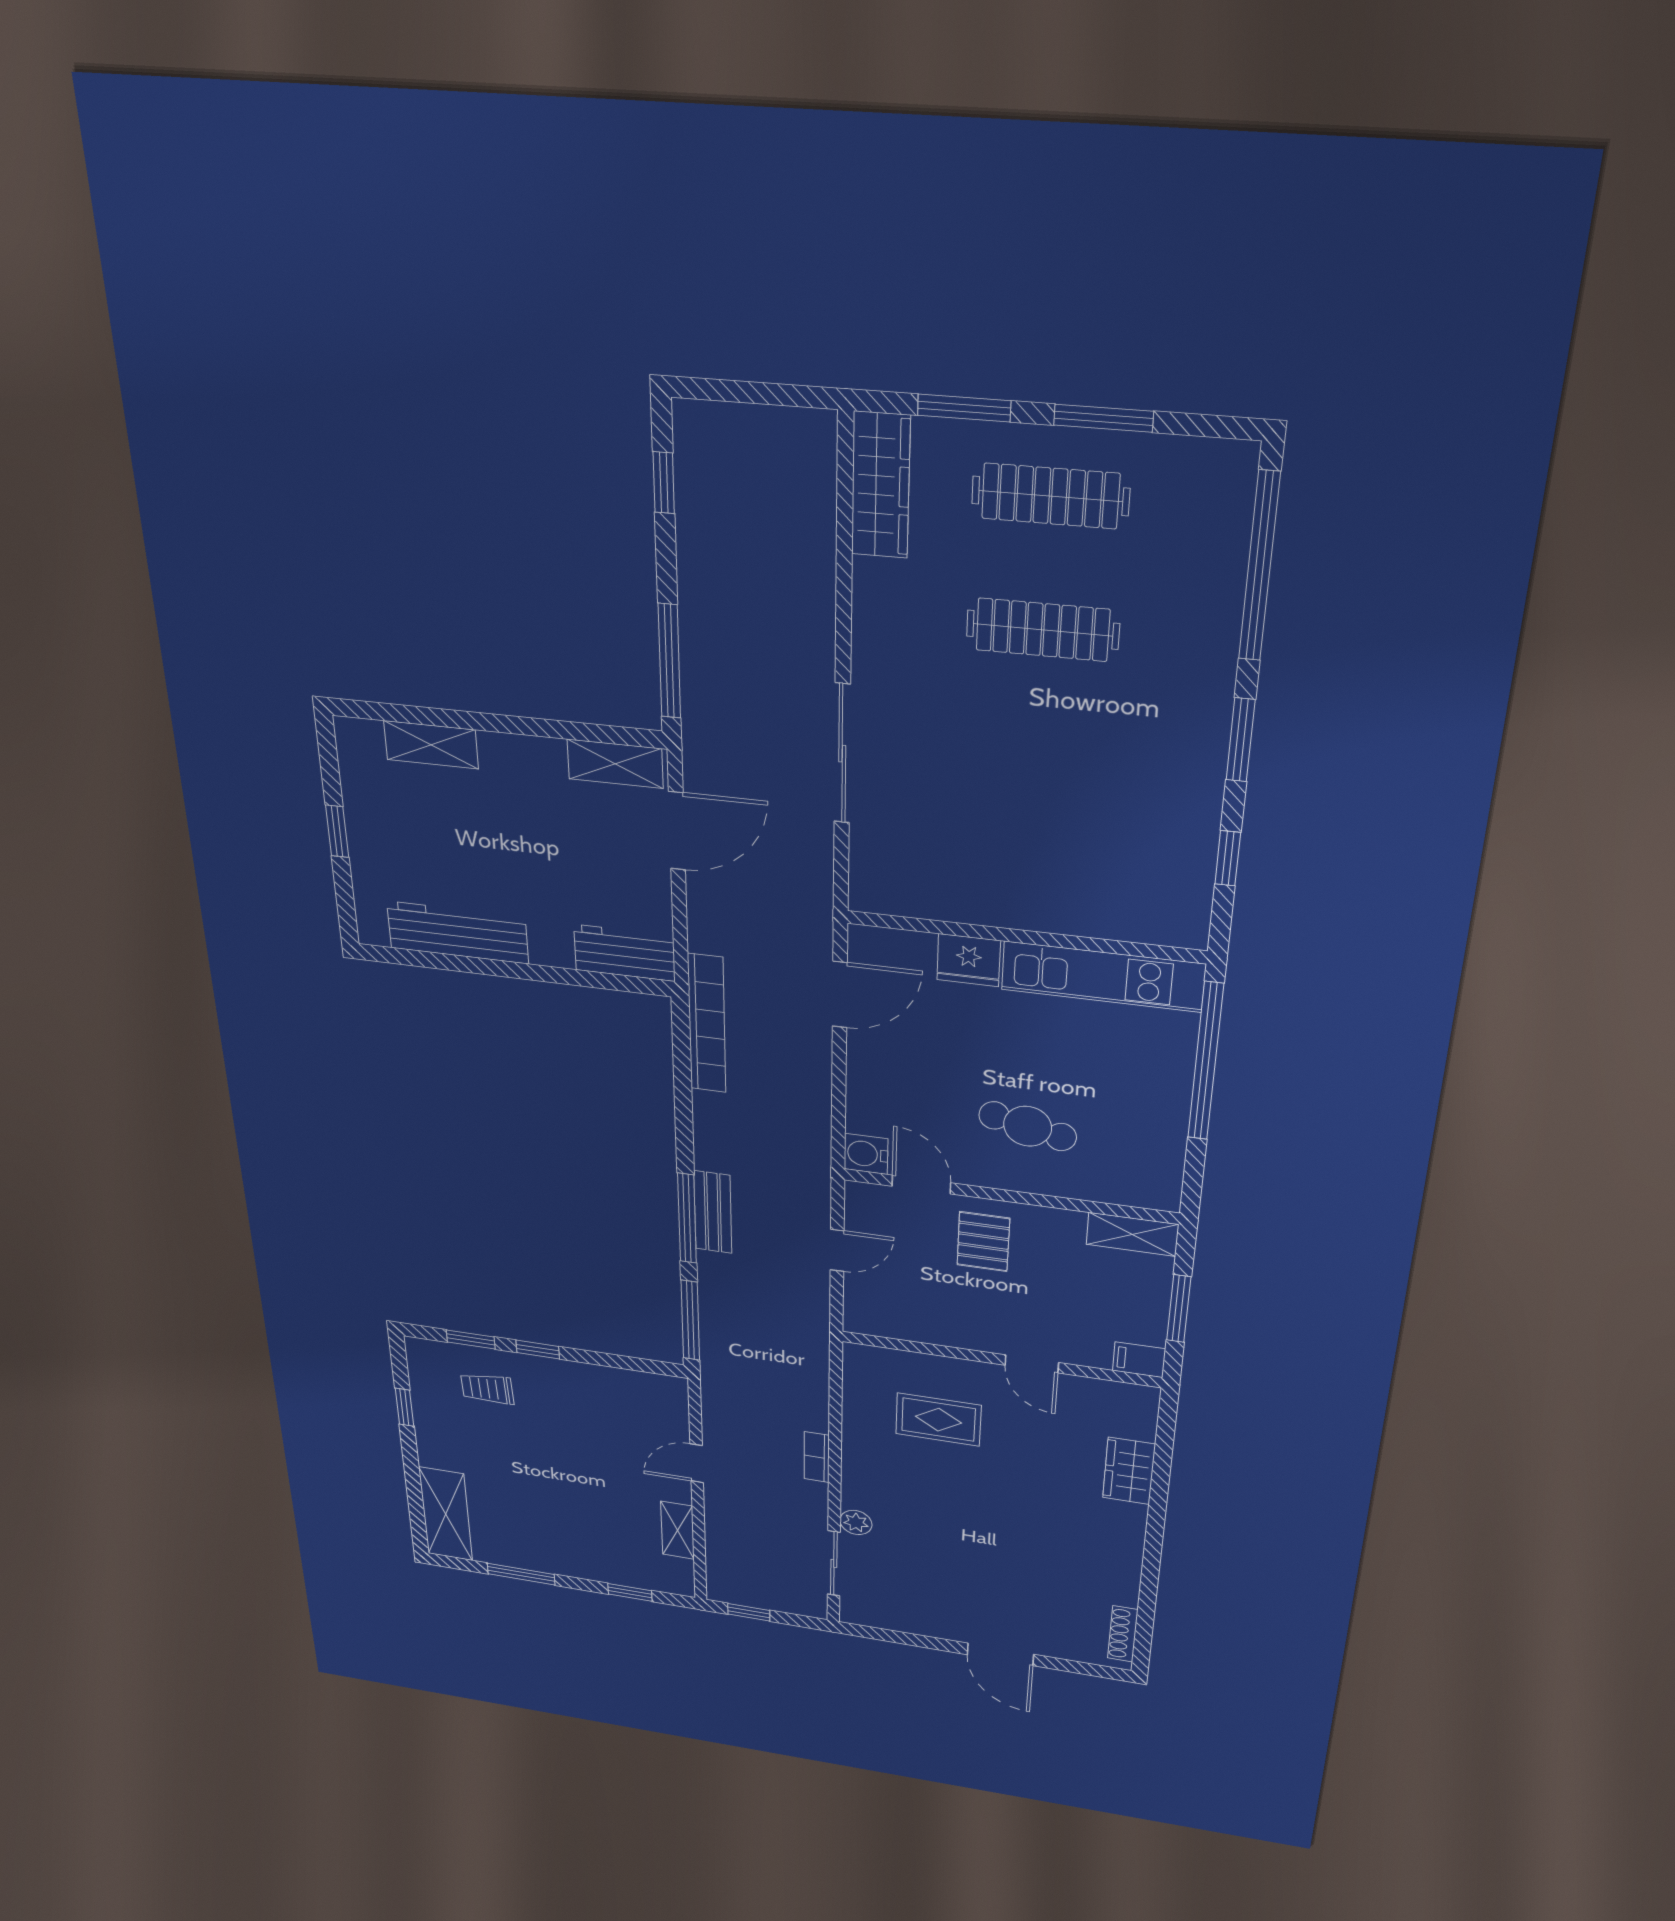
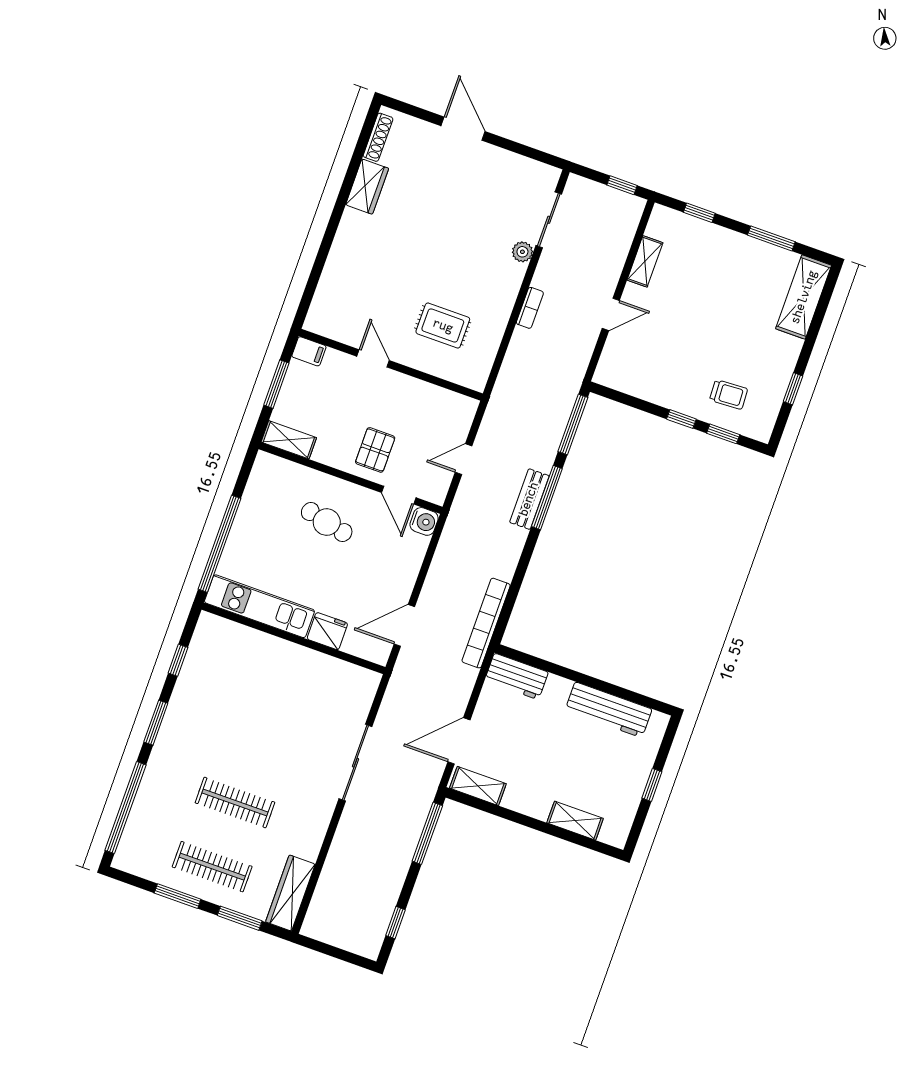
wardrobe: (1129, 1471) -> (367, 187), moved

